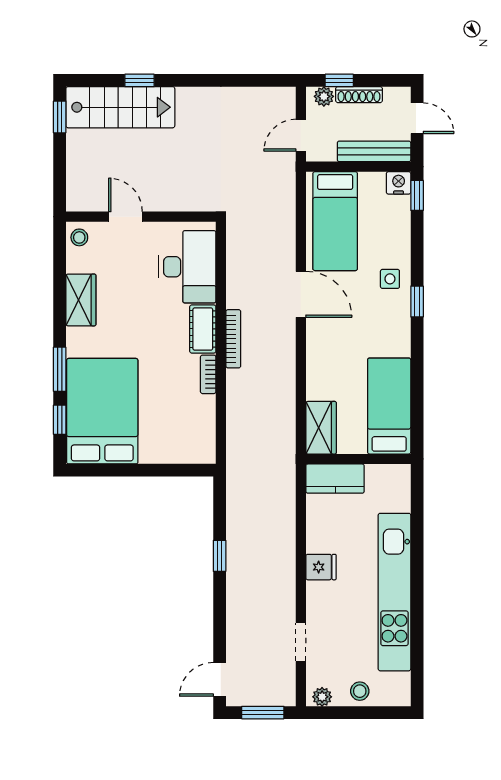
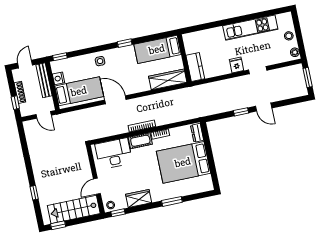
plant: (324, 96) -> (24, 108), removed
stairs: (120, 107) -> (74, 209), moved, turned -90
nightstand: (399, 183) -> (58, 78), moved
door: (301, 294) -> (115, 100), hinge flipped
window: (417, 301) -> (125, 43), moved
bed: (102, 411) -> (183, 162), moved
window: (60, 420) -> (118, 213), moved
wardrobe: (321, 428) -> (168, 79), width x1.50
dresser: (195, 453) -> (197, 133), added
kitchen unit: (394, 592) -> (250, 28), width x0.73
doorway: (301, 642) -> (258, 70), moved
door: (220, 679) -> (264, 107), moved

